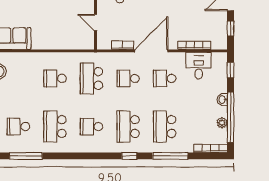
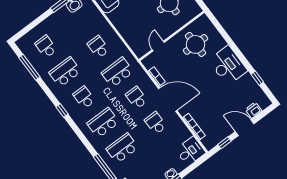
desk: (199, 66) -> (190, 151), moved
window: (231, 70) -> (196, 164), removed
window: (129, 156) -> (62, 111), moved

